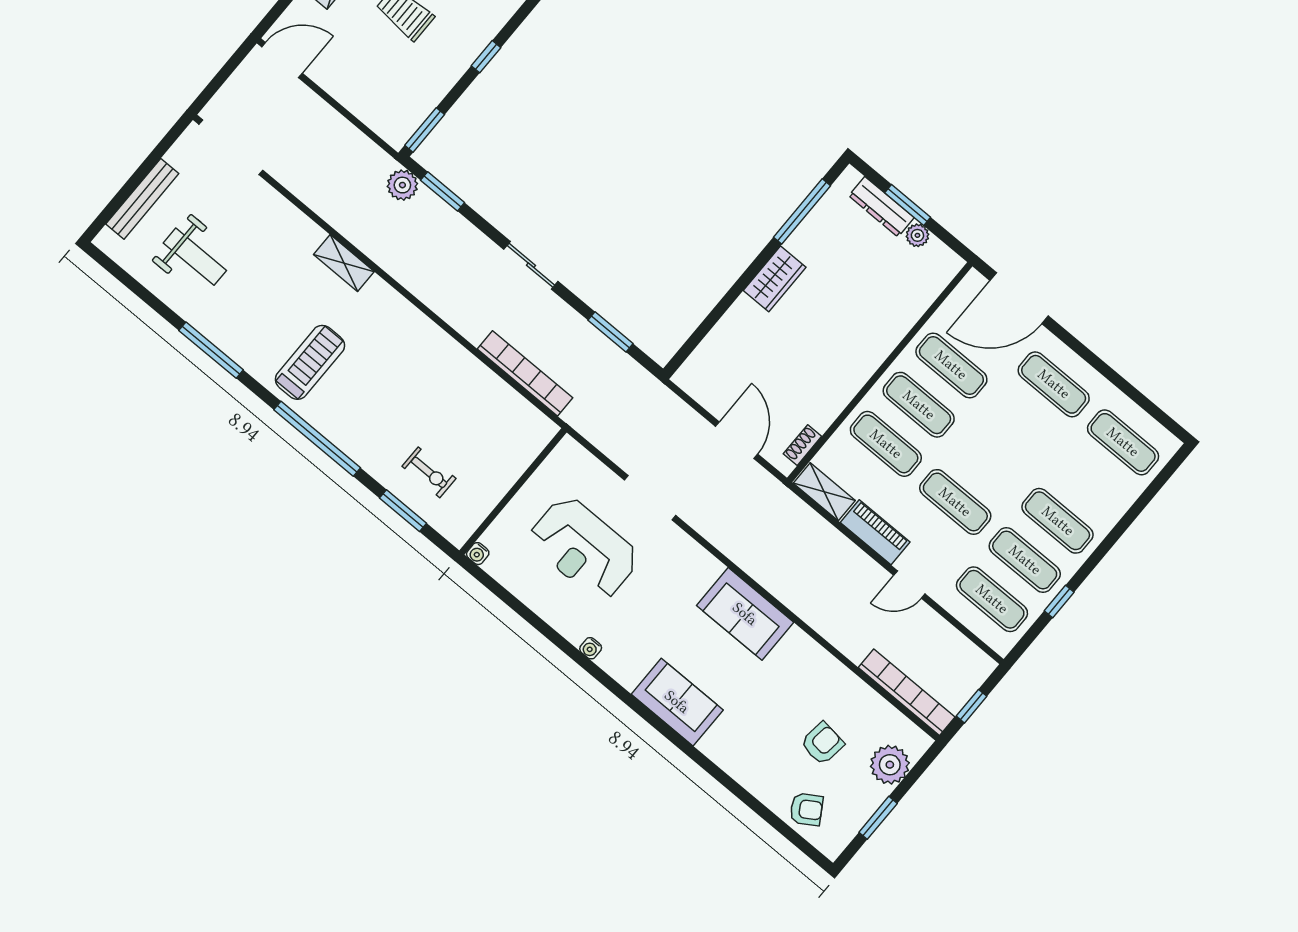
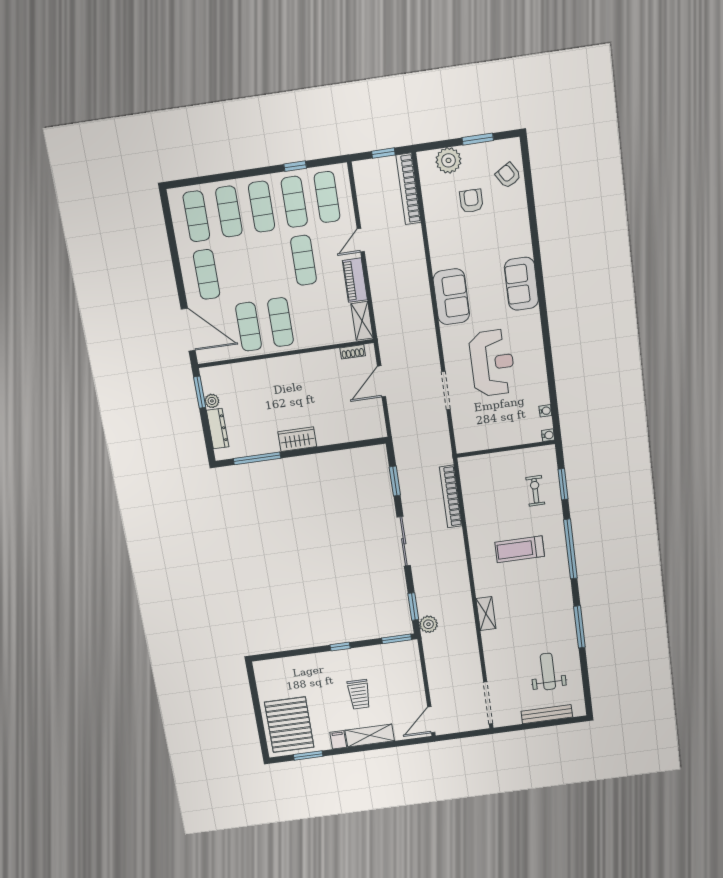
door: (282, 60) -> (431, 720), hinge flipped
window: (908, 205) -> (200, 392), moved
sliding door: (531, 265) -> (404, 541), width x1.37
treadmill: (310, 362) -> (520, 549), moved
exercise mat: (886, 444) -> (229, 211), moved
reception desk: (584, 548) -> (492, 363), moved
door: (909, 585) -> (361, 240), swing flipped
water cooler: (591, 648) -> (545, 411), moved
armchair: (822, 743) -> (471, 201), turned 83

